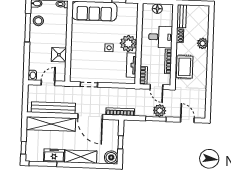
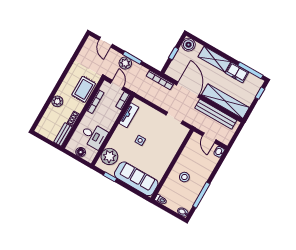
stool: (38, 21) -> (184, 177), moved
desk: (161, 37) -> (94, 136), moved, turned 180
plant: (128, 43) -> (109, 156), moved
shower: (59, 55) -> (187, 157), removed
door: (48, 83) -> (209, 138), hinge flipped

